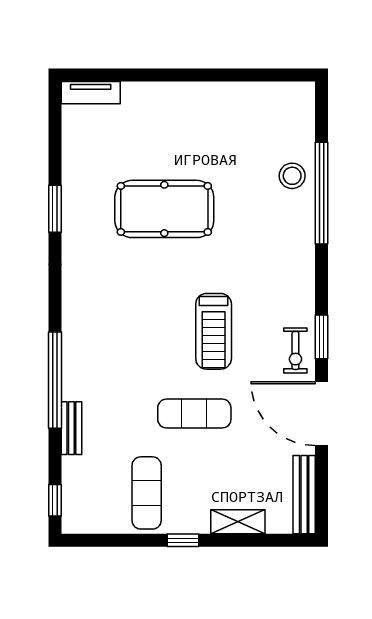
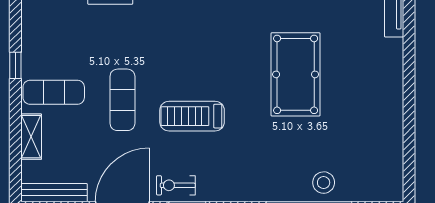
exercise mat: (147, 493) -> (54, 92), moved
window: (183, 540) -> (15, 65), moved

